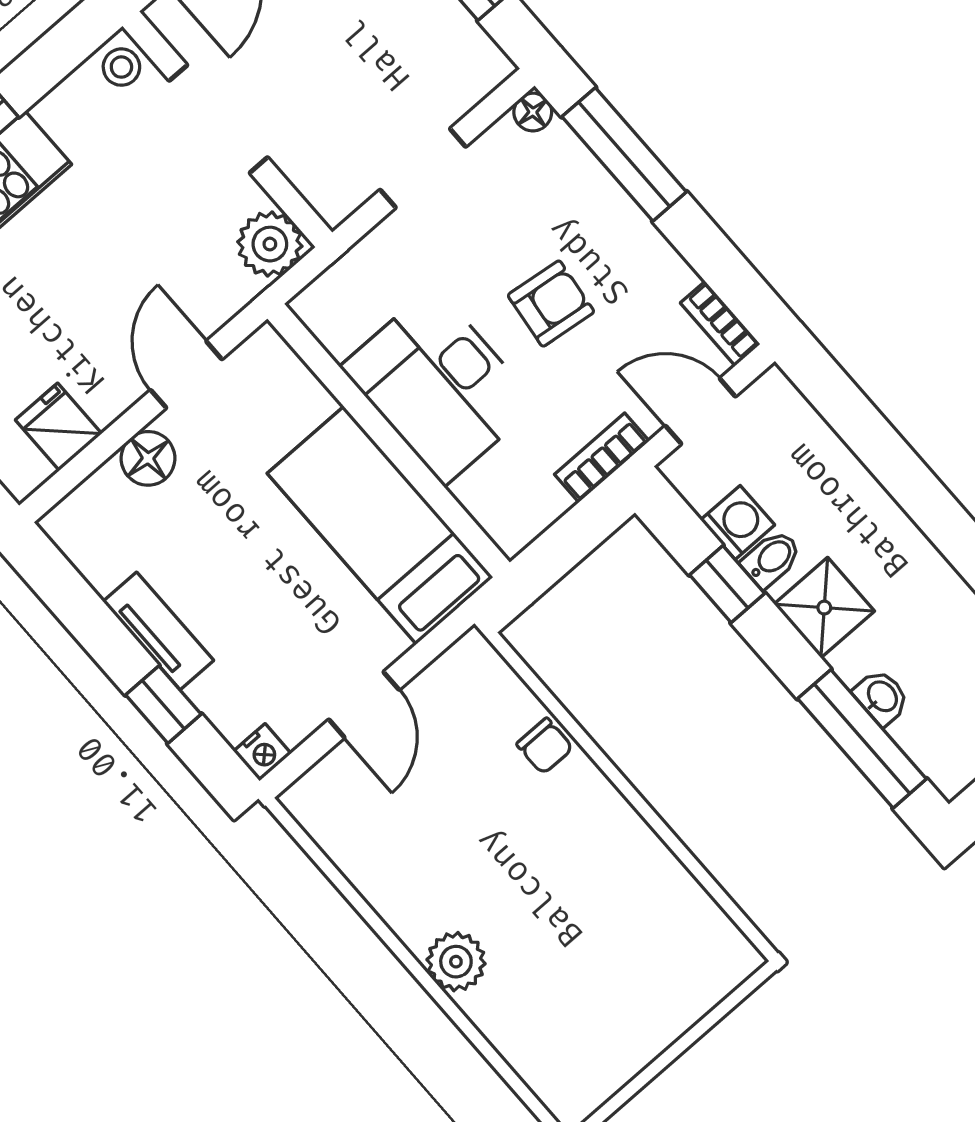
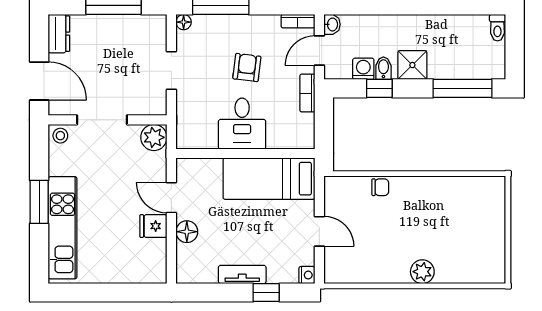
desk: (439, 386) -> (242, 124), width x0.73
fridge: (59, 427) -> (153, 226), moved
washbasin: (882, 697) -> (332, 24), moved, turned 90

